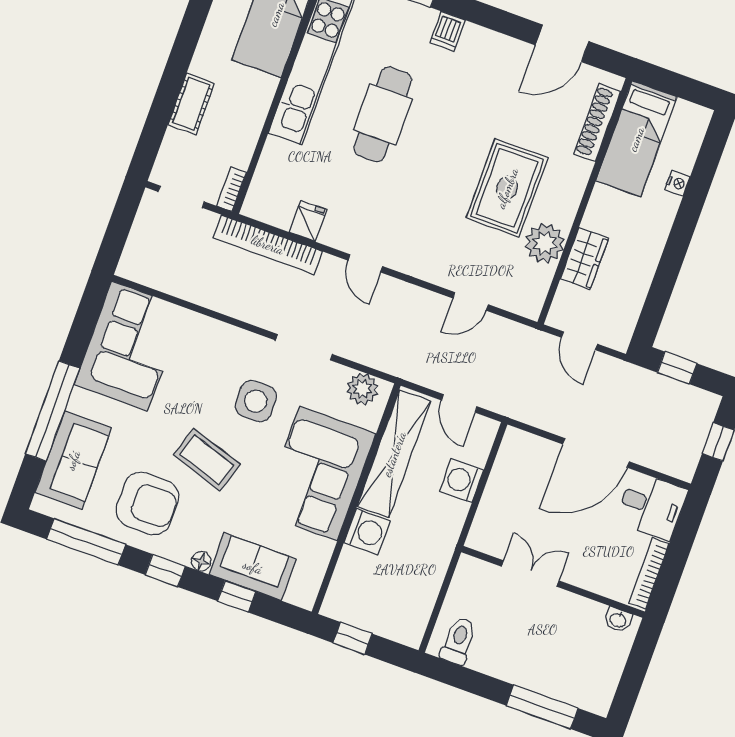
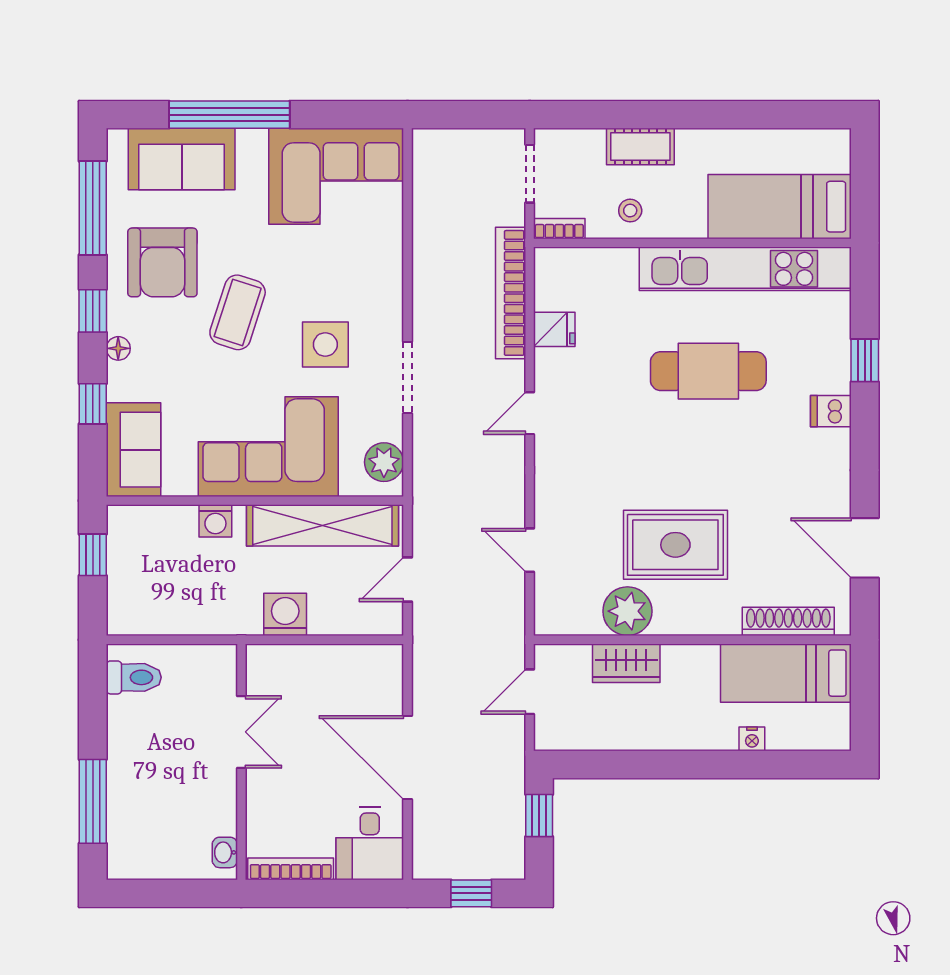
stool: (238, 130) -> (630, 211), added
washing machine: (462, 481) -> (285, 614), moved
washing machine: (367, 532) -> (215, 521), width x0.73, depth x0.73
sofa: (253, 567) -> (133, 450), moved

